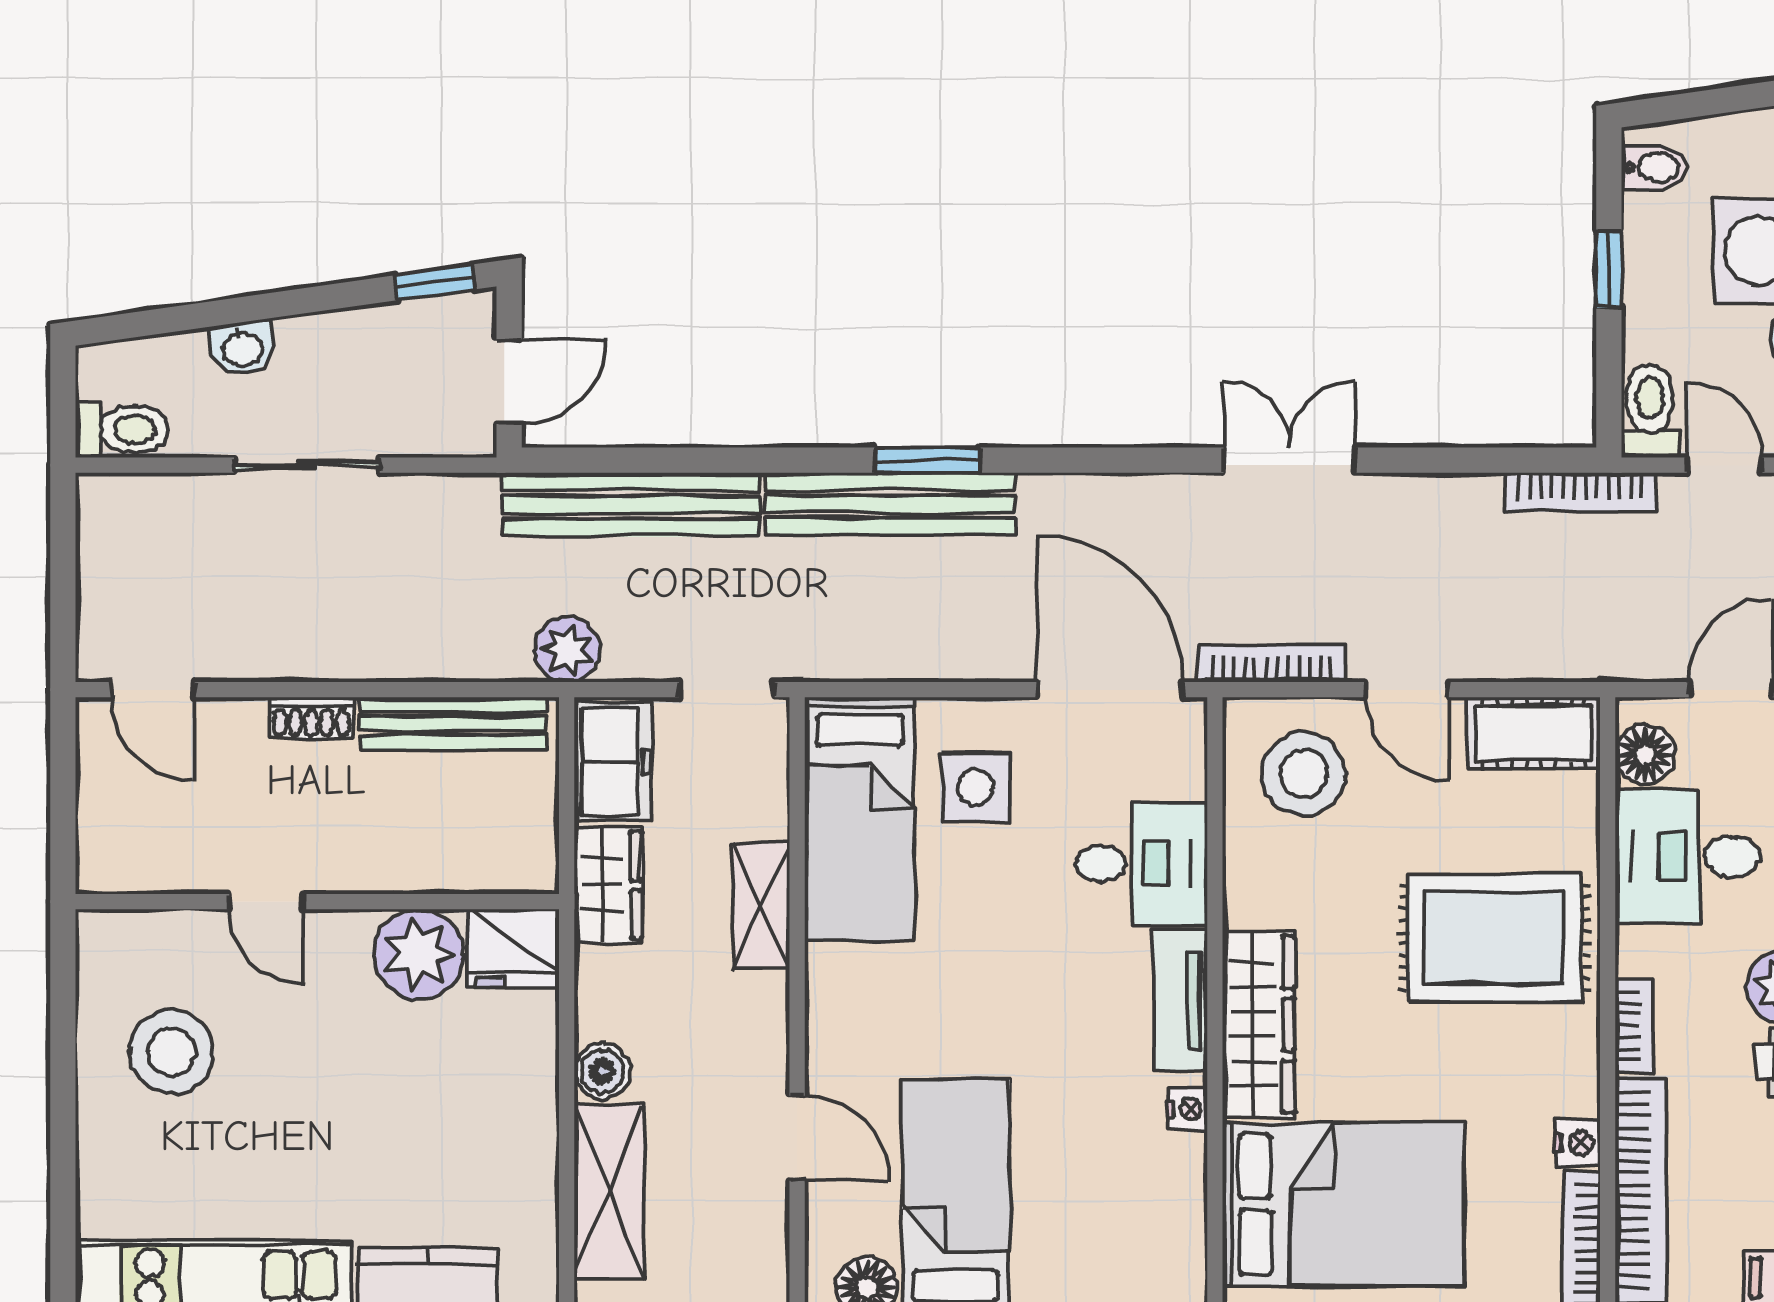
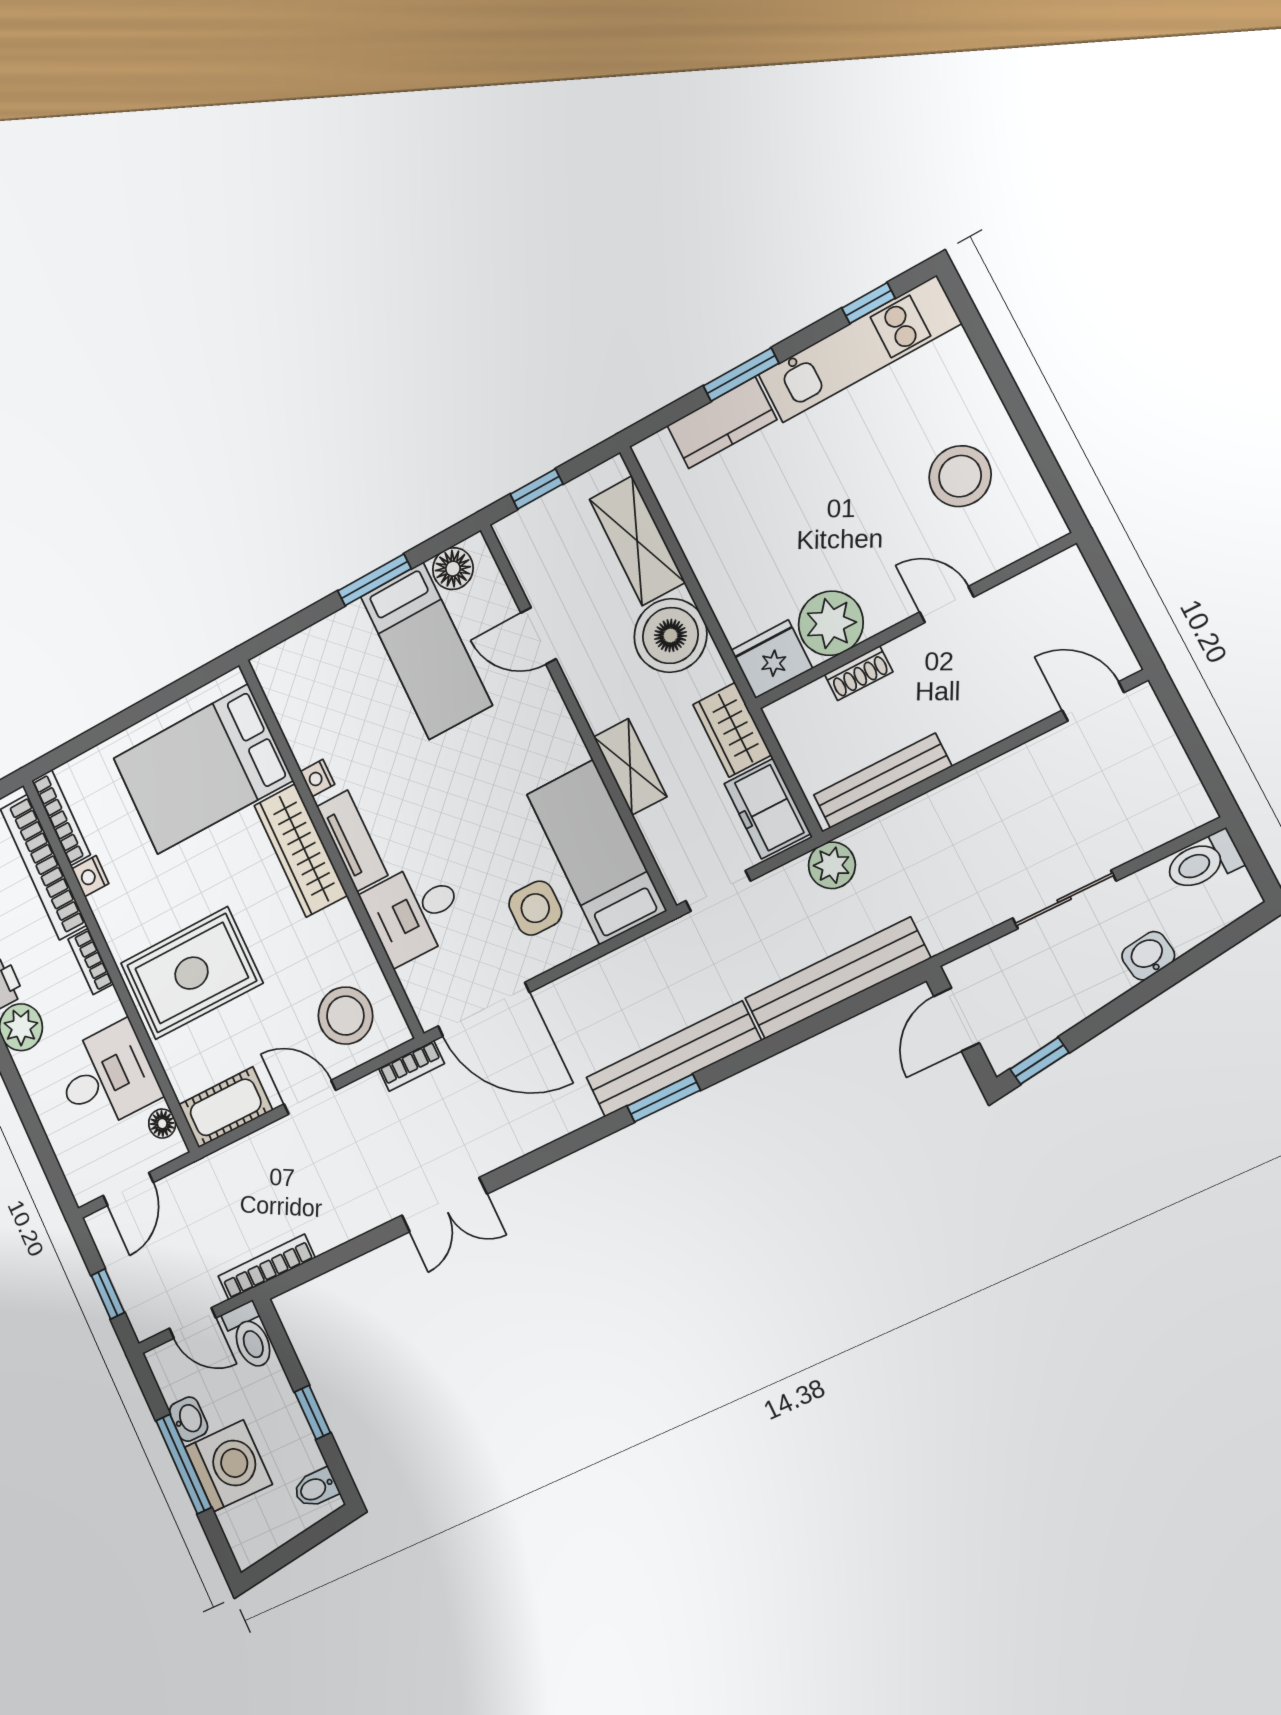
bookcase: (1272, 663) -> (411, 1066), width x0.64
shoe rack: (311, 718) -> (859, 673), moved, turned 180
floor lamp: (1645, 755) -> (162, 1124), width x0.73, depth x0.73
boiler: (602, 1071) -> (670, 636), width x1.86, depth x1.86

